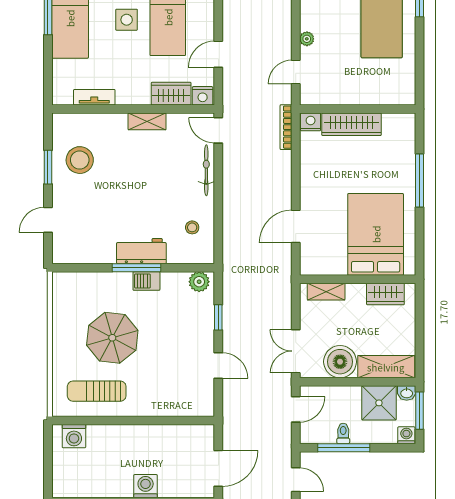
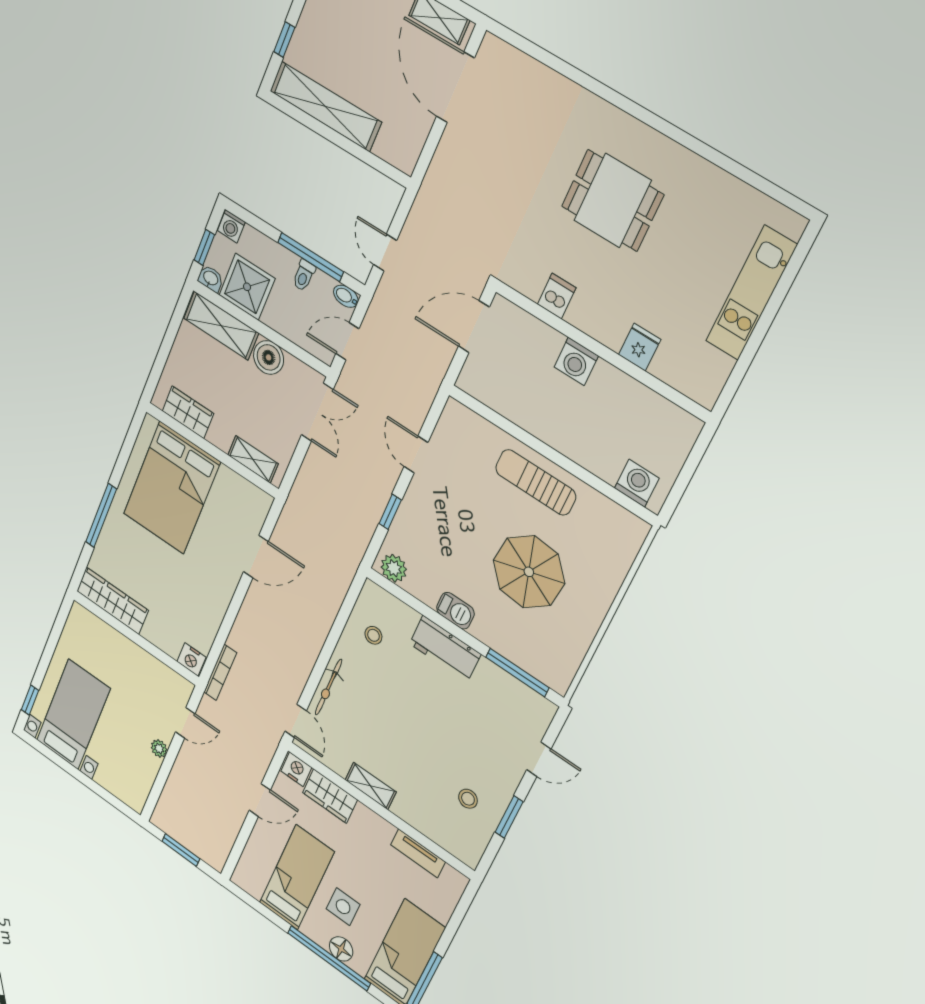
wardrobe: (352, 124) -> (112, 601), moved
stool: (80, 160) -> (468, 799), width x0.53, depth x0.53
window: (137, 268) -> (517, 673), moved
boiler: (340, 362) -> (269, 357), width x0.73, depth x0.73
sun lounger: (97, 391) -> (536, 482), moved, turned 180
window: (420, 411) -> (204, 247), width x0.67
bidet: (309, 437) -> (346, 296), added

